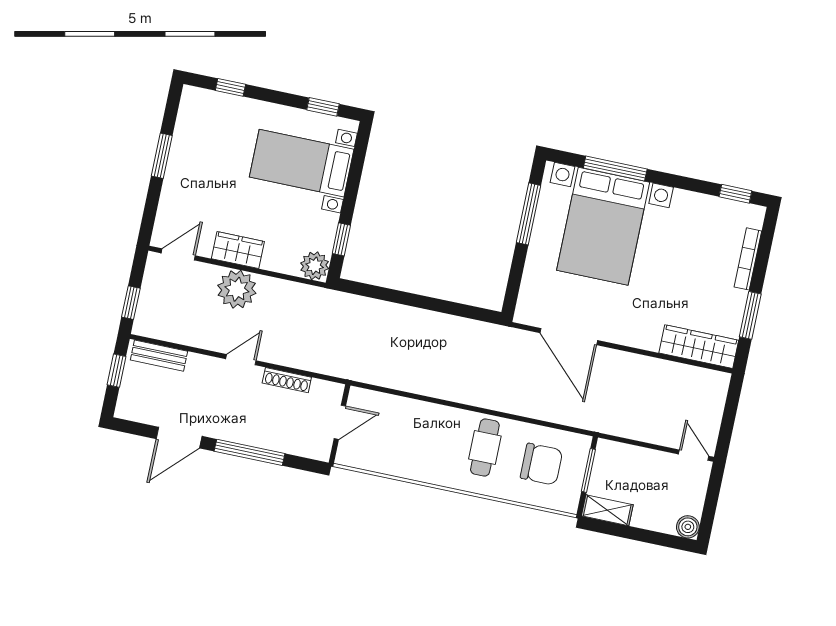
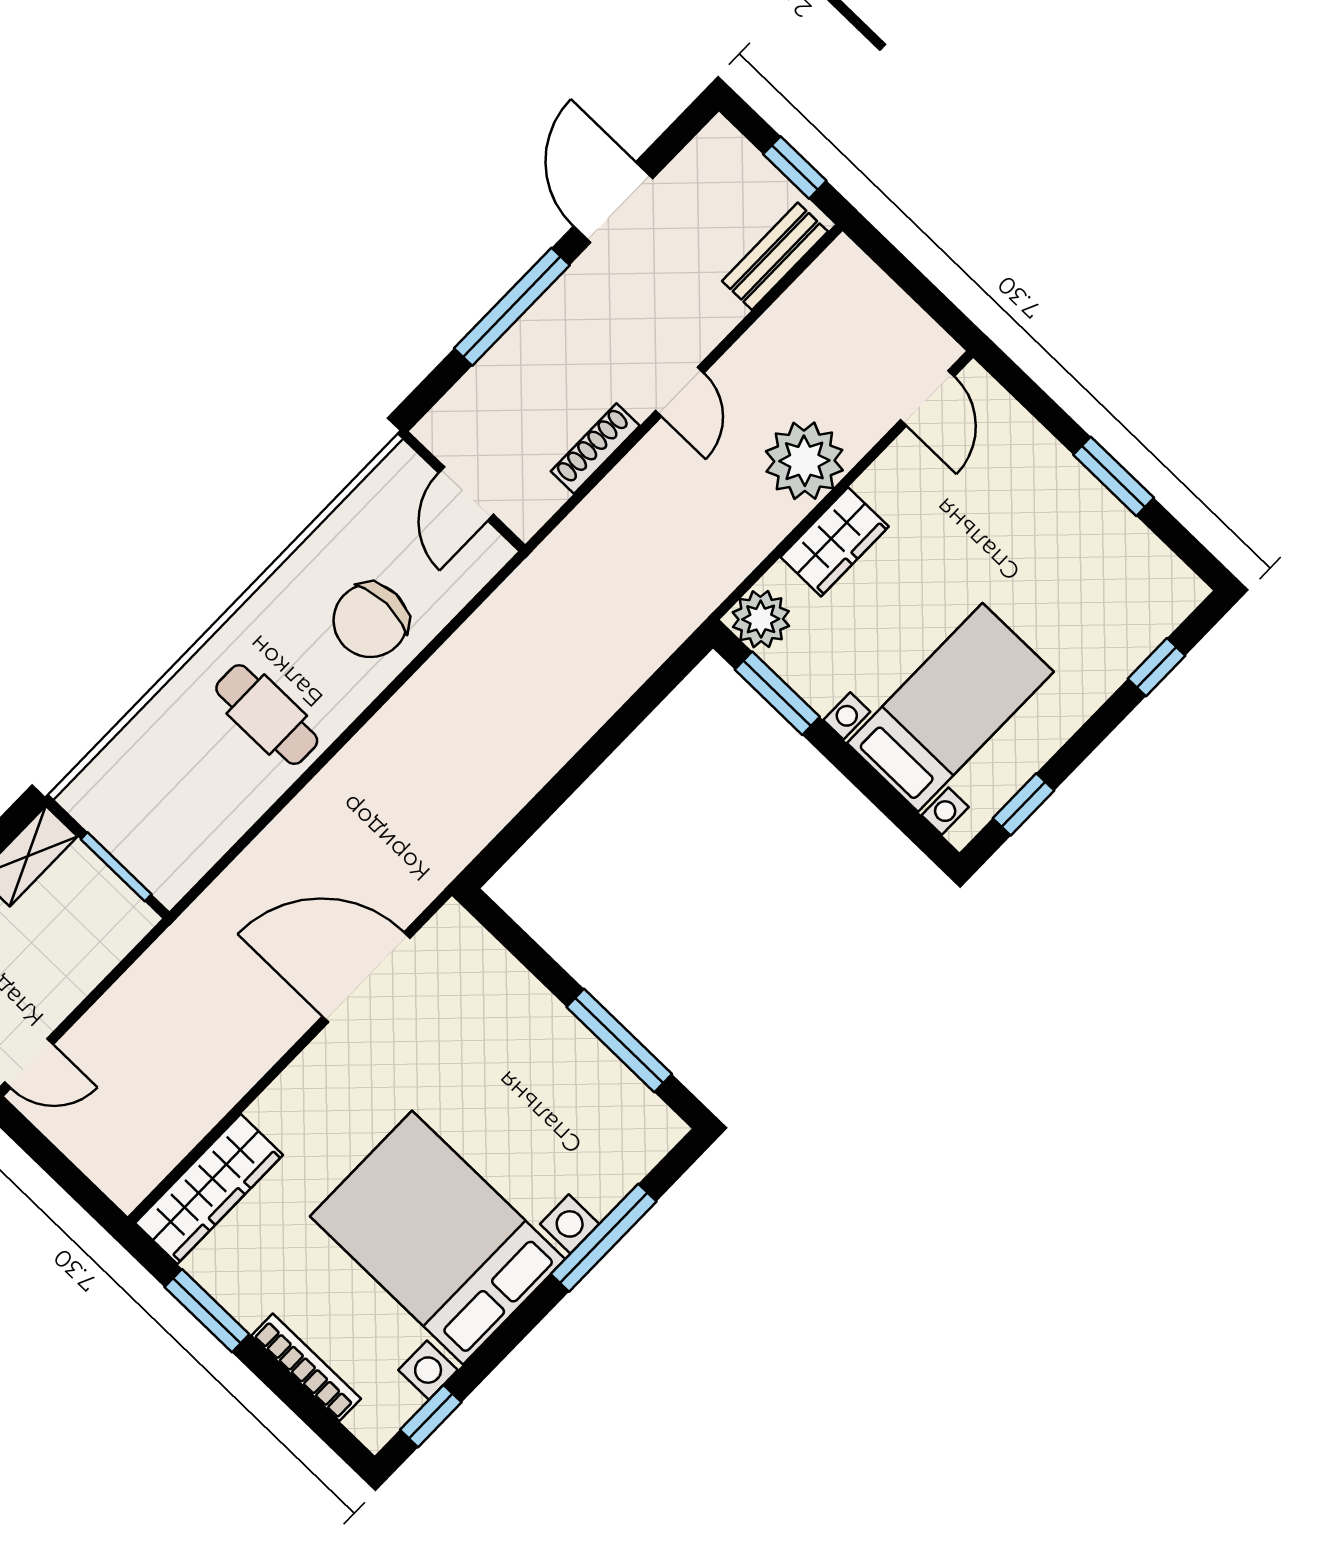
bed with nightstands: (603, 226) -> (438, 1238), moved
window: (341, 239) -> (777, 693), width x1.50
wardrobe: (238, 250) -> (835, 542), moved
window: (131, 303) -> (896, 265), removed
chair: (541, 464) -> (370, 620), moved

